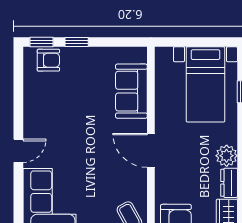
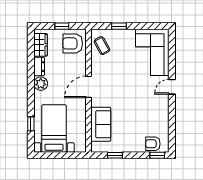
window: (77, 42) -> (115, 155), moved
door: (151, 150) -> (88, 87), swing flipped

